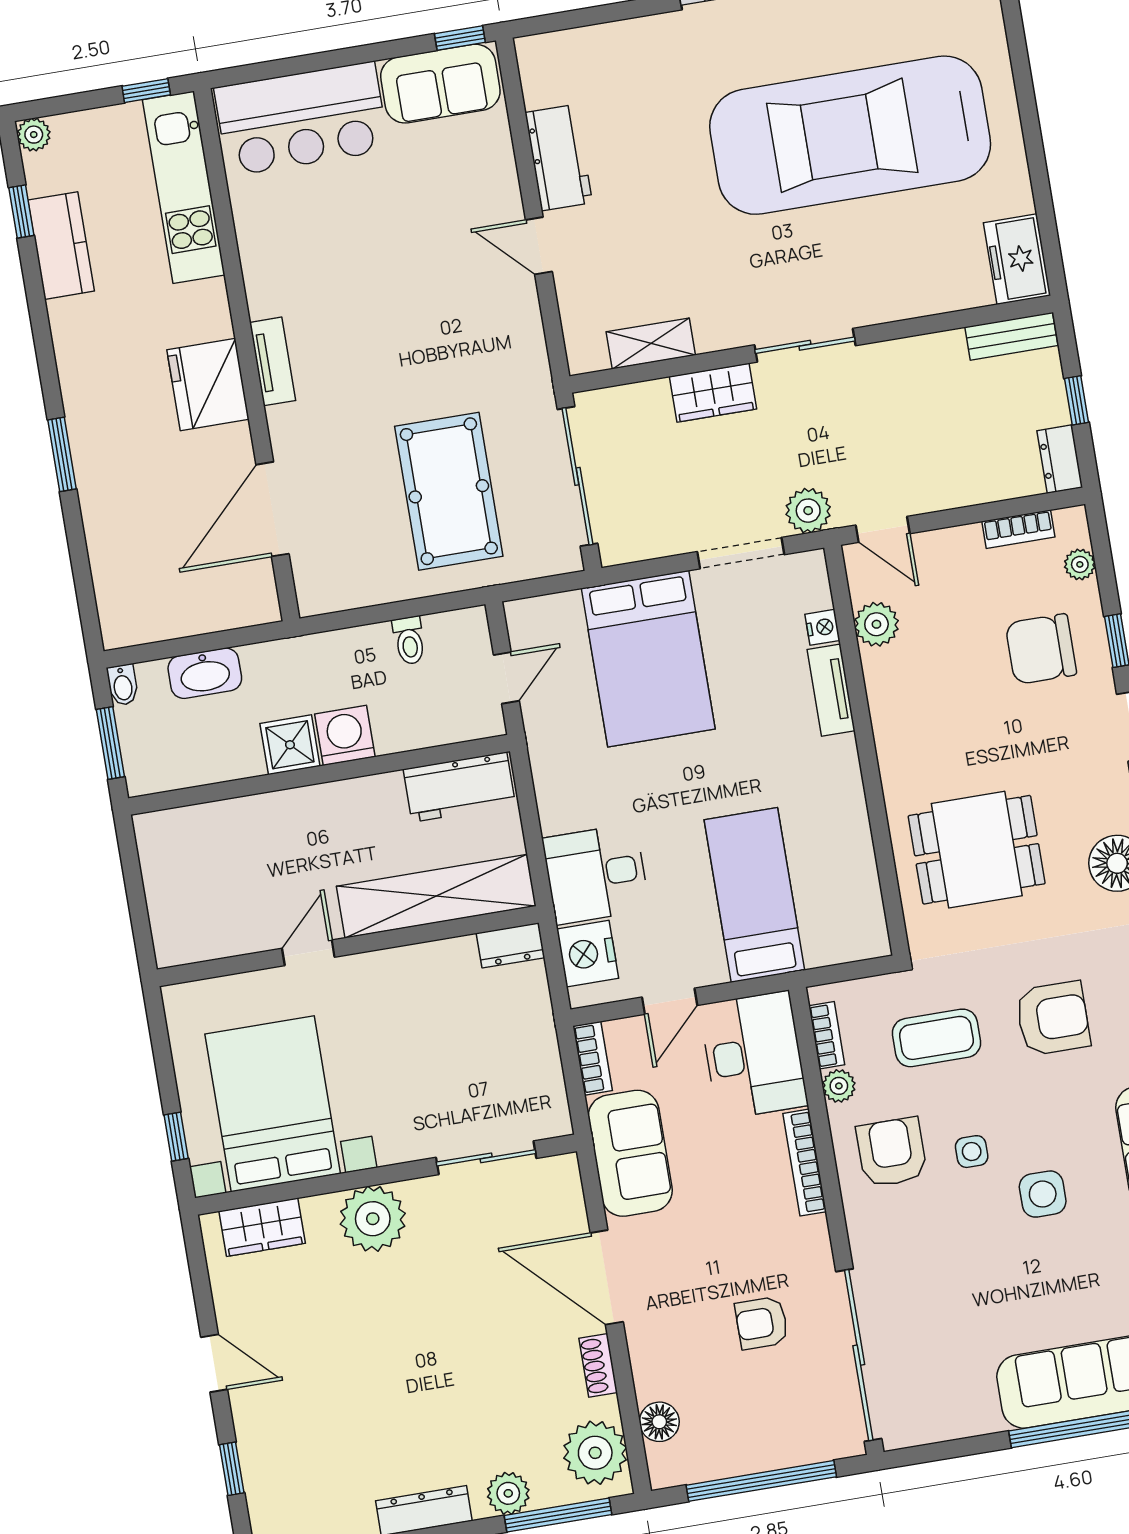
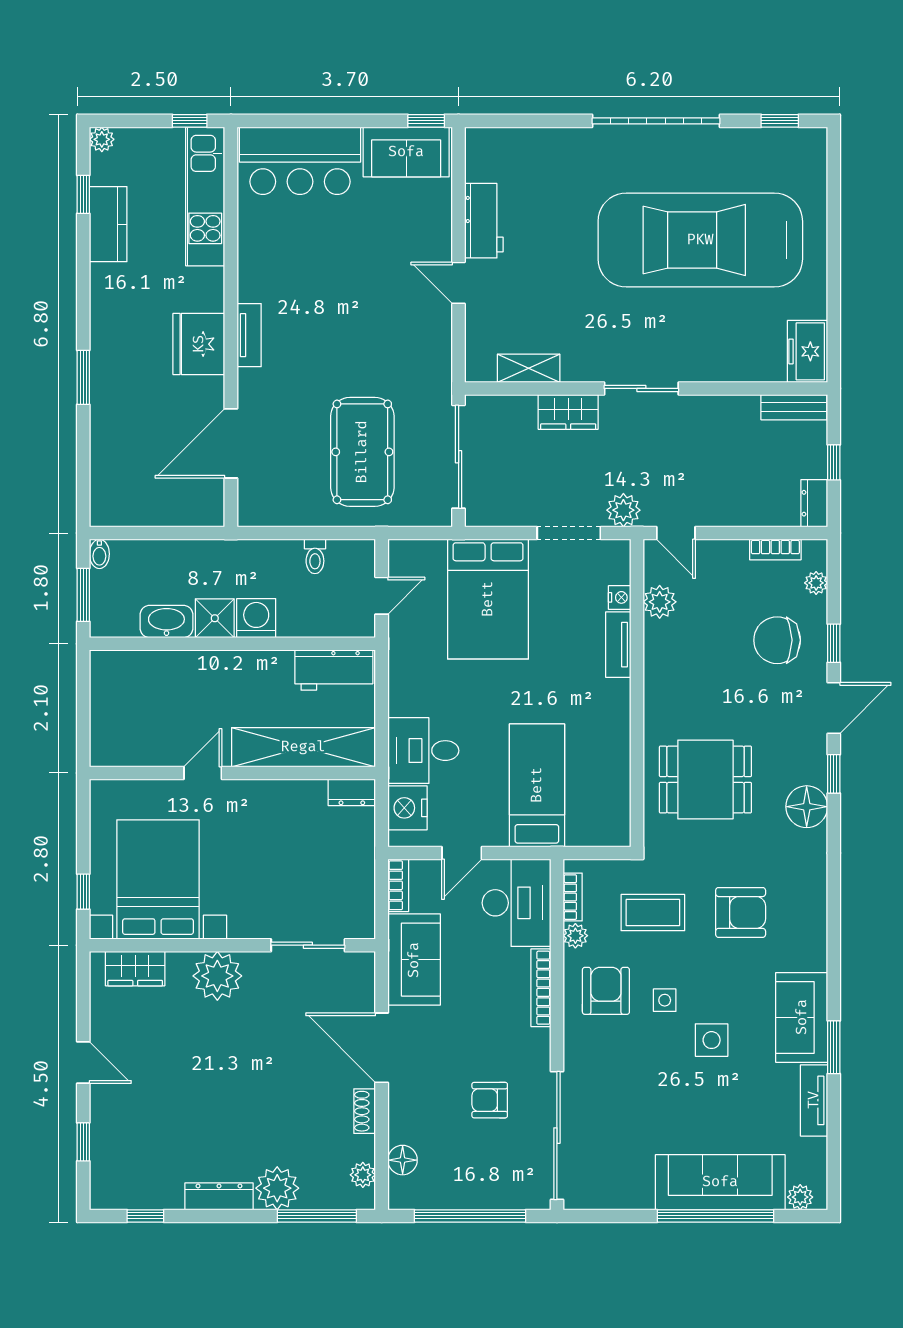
washbasin: (205, 673) -> (166, 621), moved, turned 180
plant: (595, 1453) -> (363, 1175), width x0.53, depth x0.53
plant: (508, 1493) -> (277, 1188), width x1.36, depth x1.36

